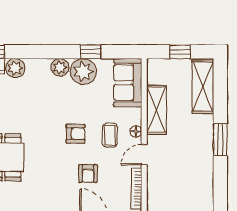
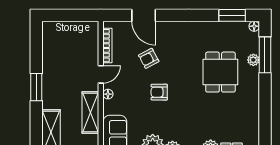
coffee table: (110, 135) -> (130, 91), removed
armchair: (88, 173) -> (149, 58), turned -118

